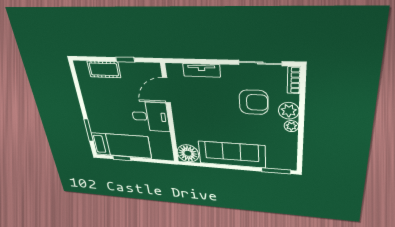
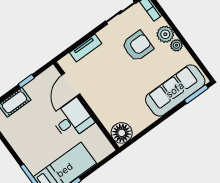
sofa: (232, 154) -> (175, 90), moved

